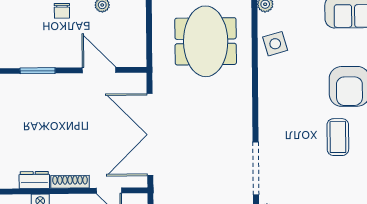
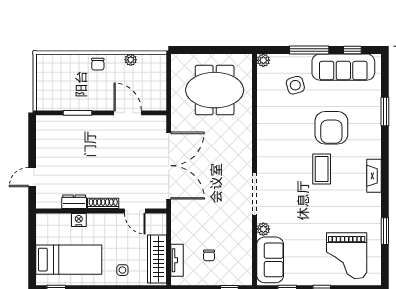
meeting table: (206, 41) -> (215, 90), turned 90
side table: (275, 44) -> (295, 85), moved
double door: (150, 135) -> (169, 166), swing flipped

